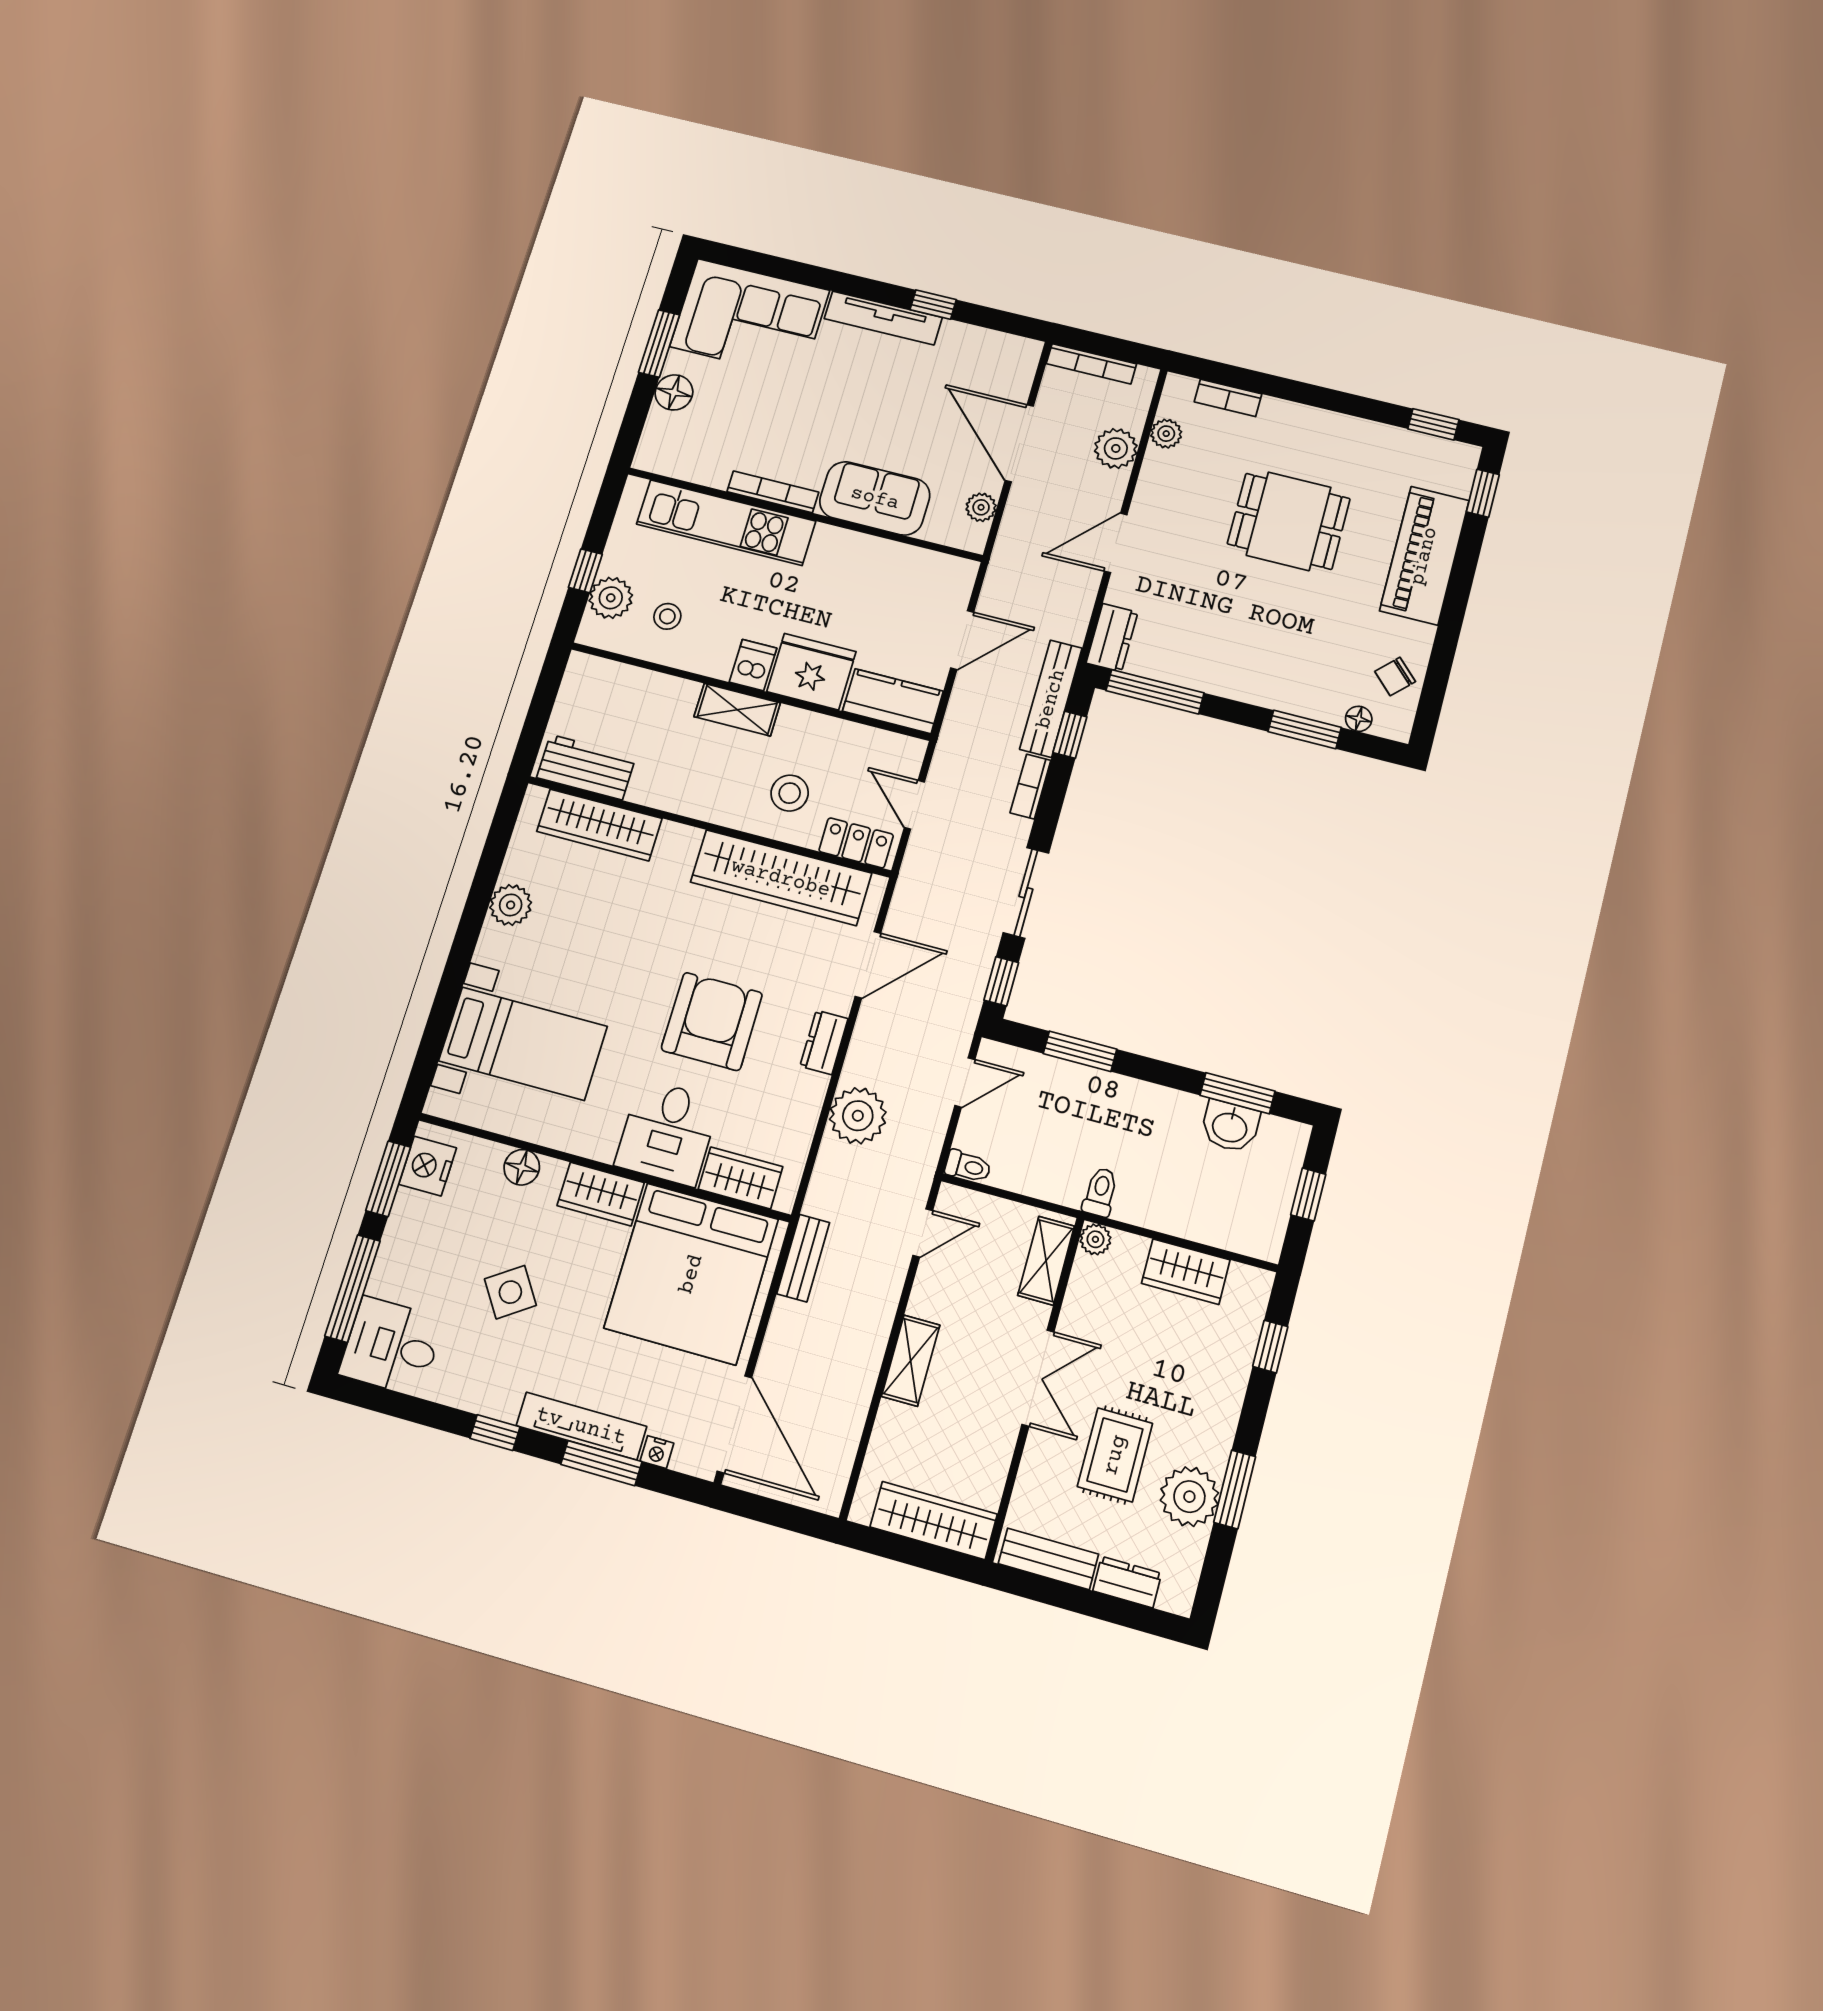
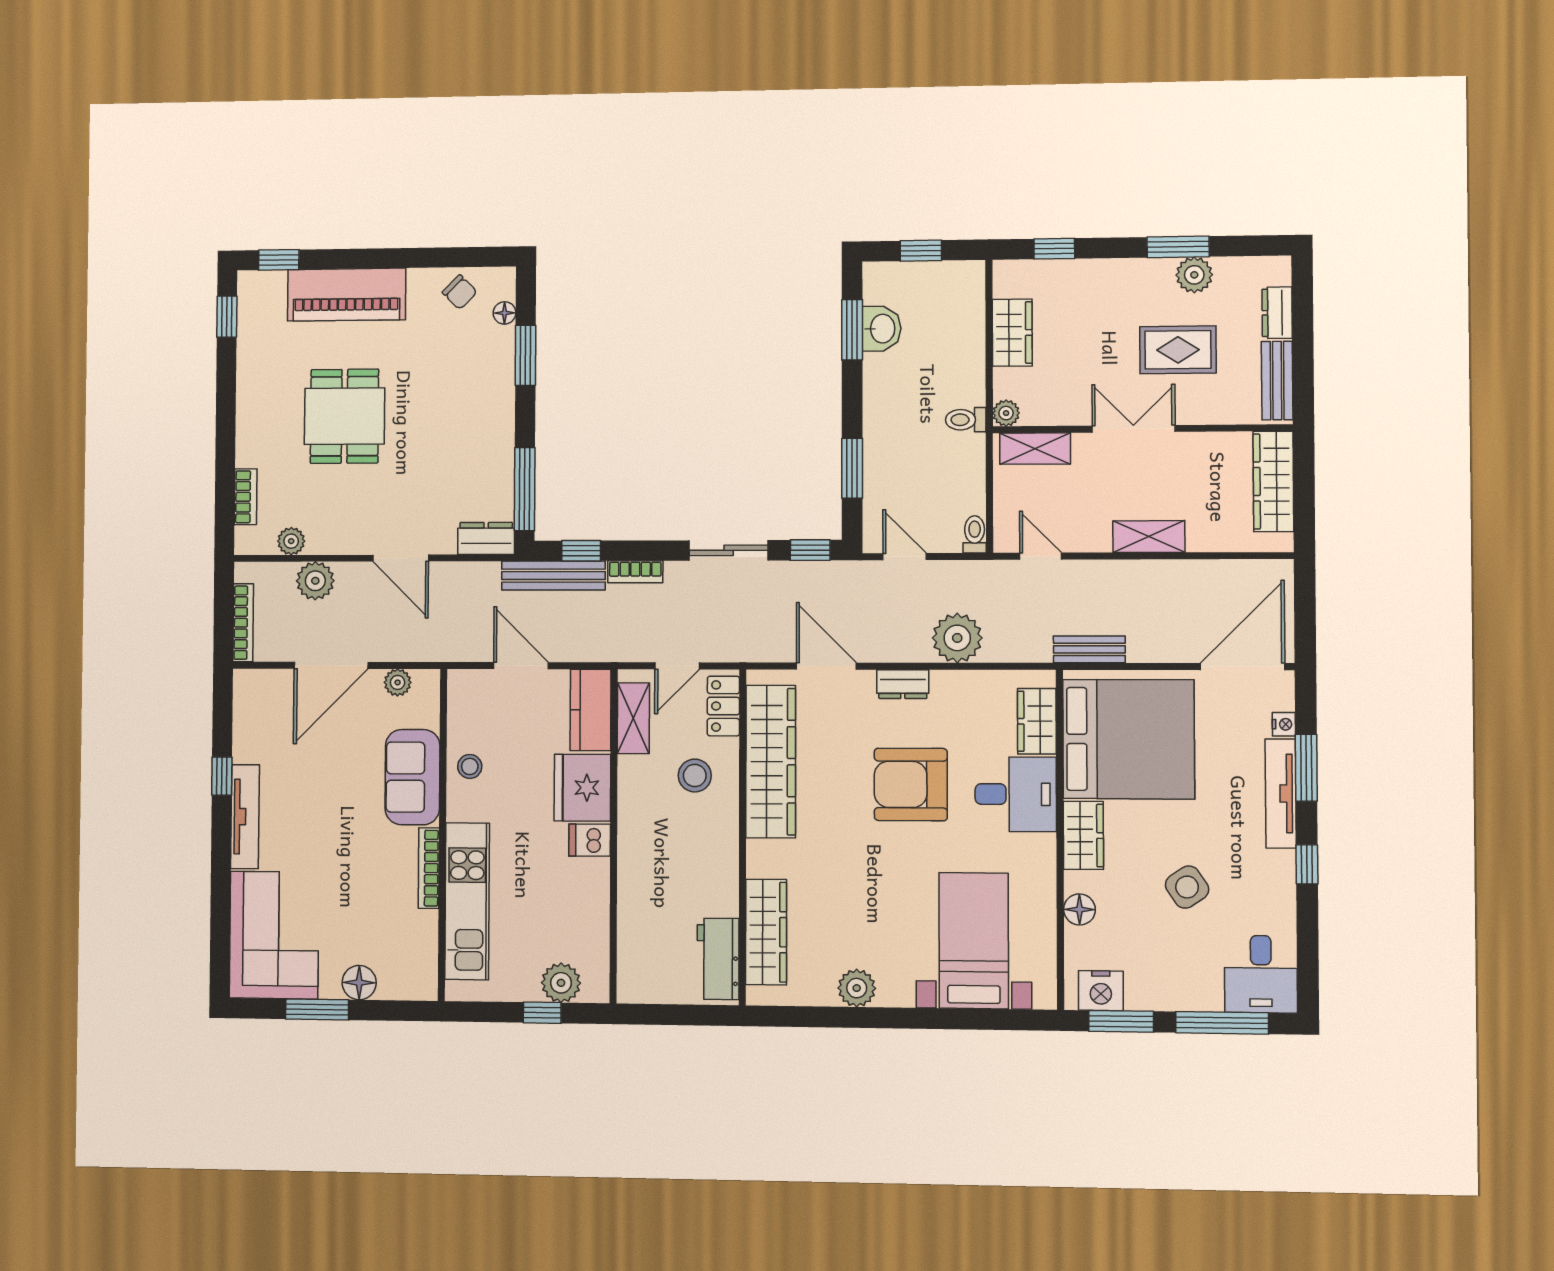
stool: (667, 616) -> (470, 766), moved
shelving: (737, 710) -> (633, 718), moved
plant: (1189, 1497) -> (1194, 275), width x0.73, depth x0.73

